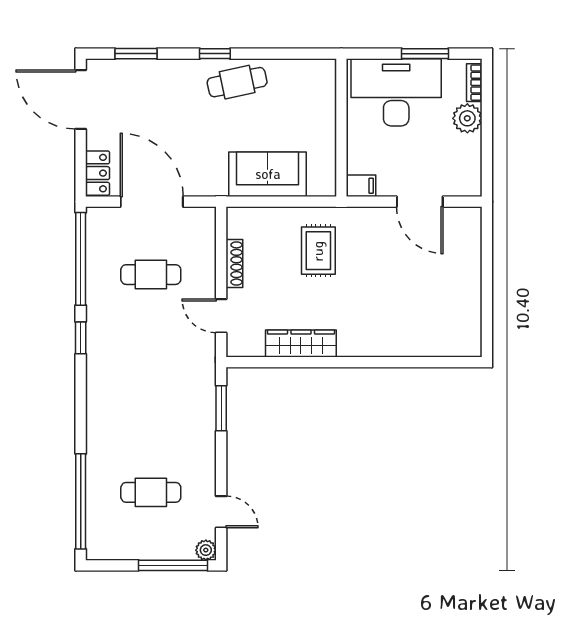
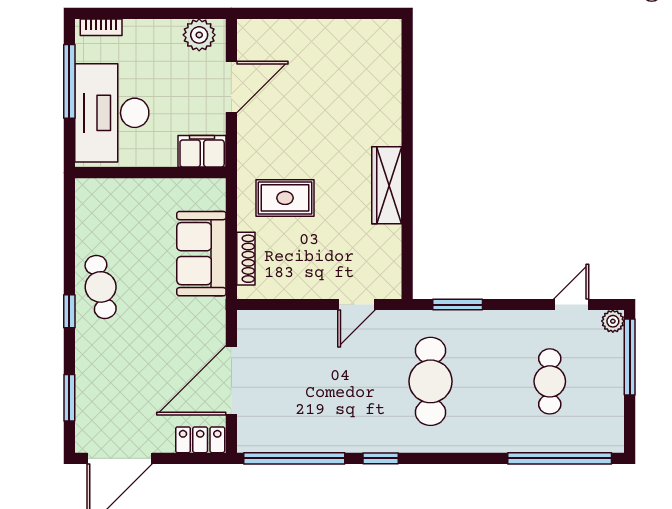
window: (425, 54) -> (69, 81), width x1.44
plant: (467, 118) -> (199, 35), moved
filing cabinet: (361, 186) -> (202, 151), width x2.00
shoe rack: (234, 263) -> (246, 259), moved, turned 90
cafe table: (151, 275) -> (431, 381), moved, width x1.37, depth x1.35
wardrobe: (301, 343) -> (387, 185), moved

